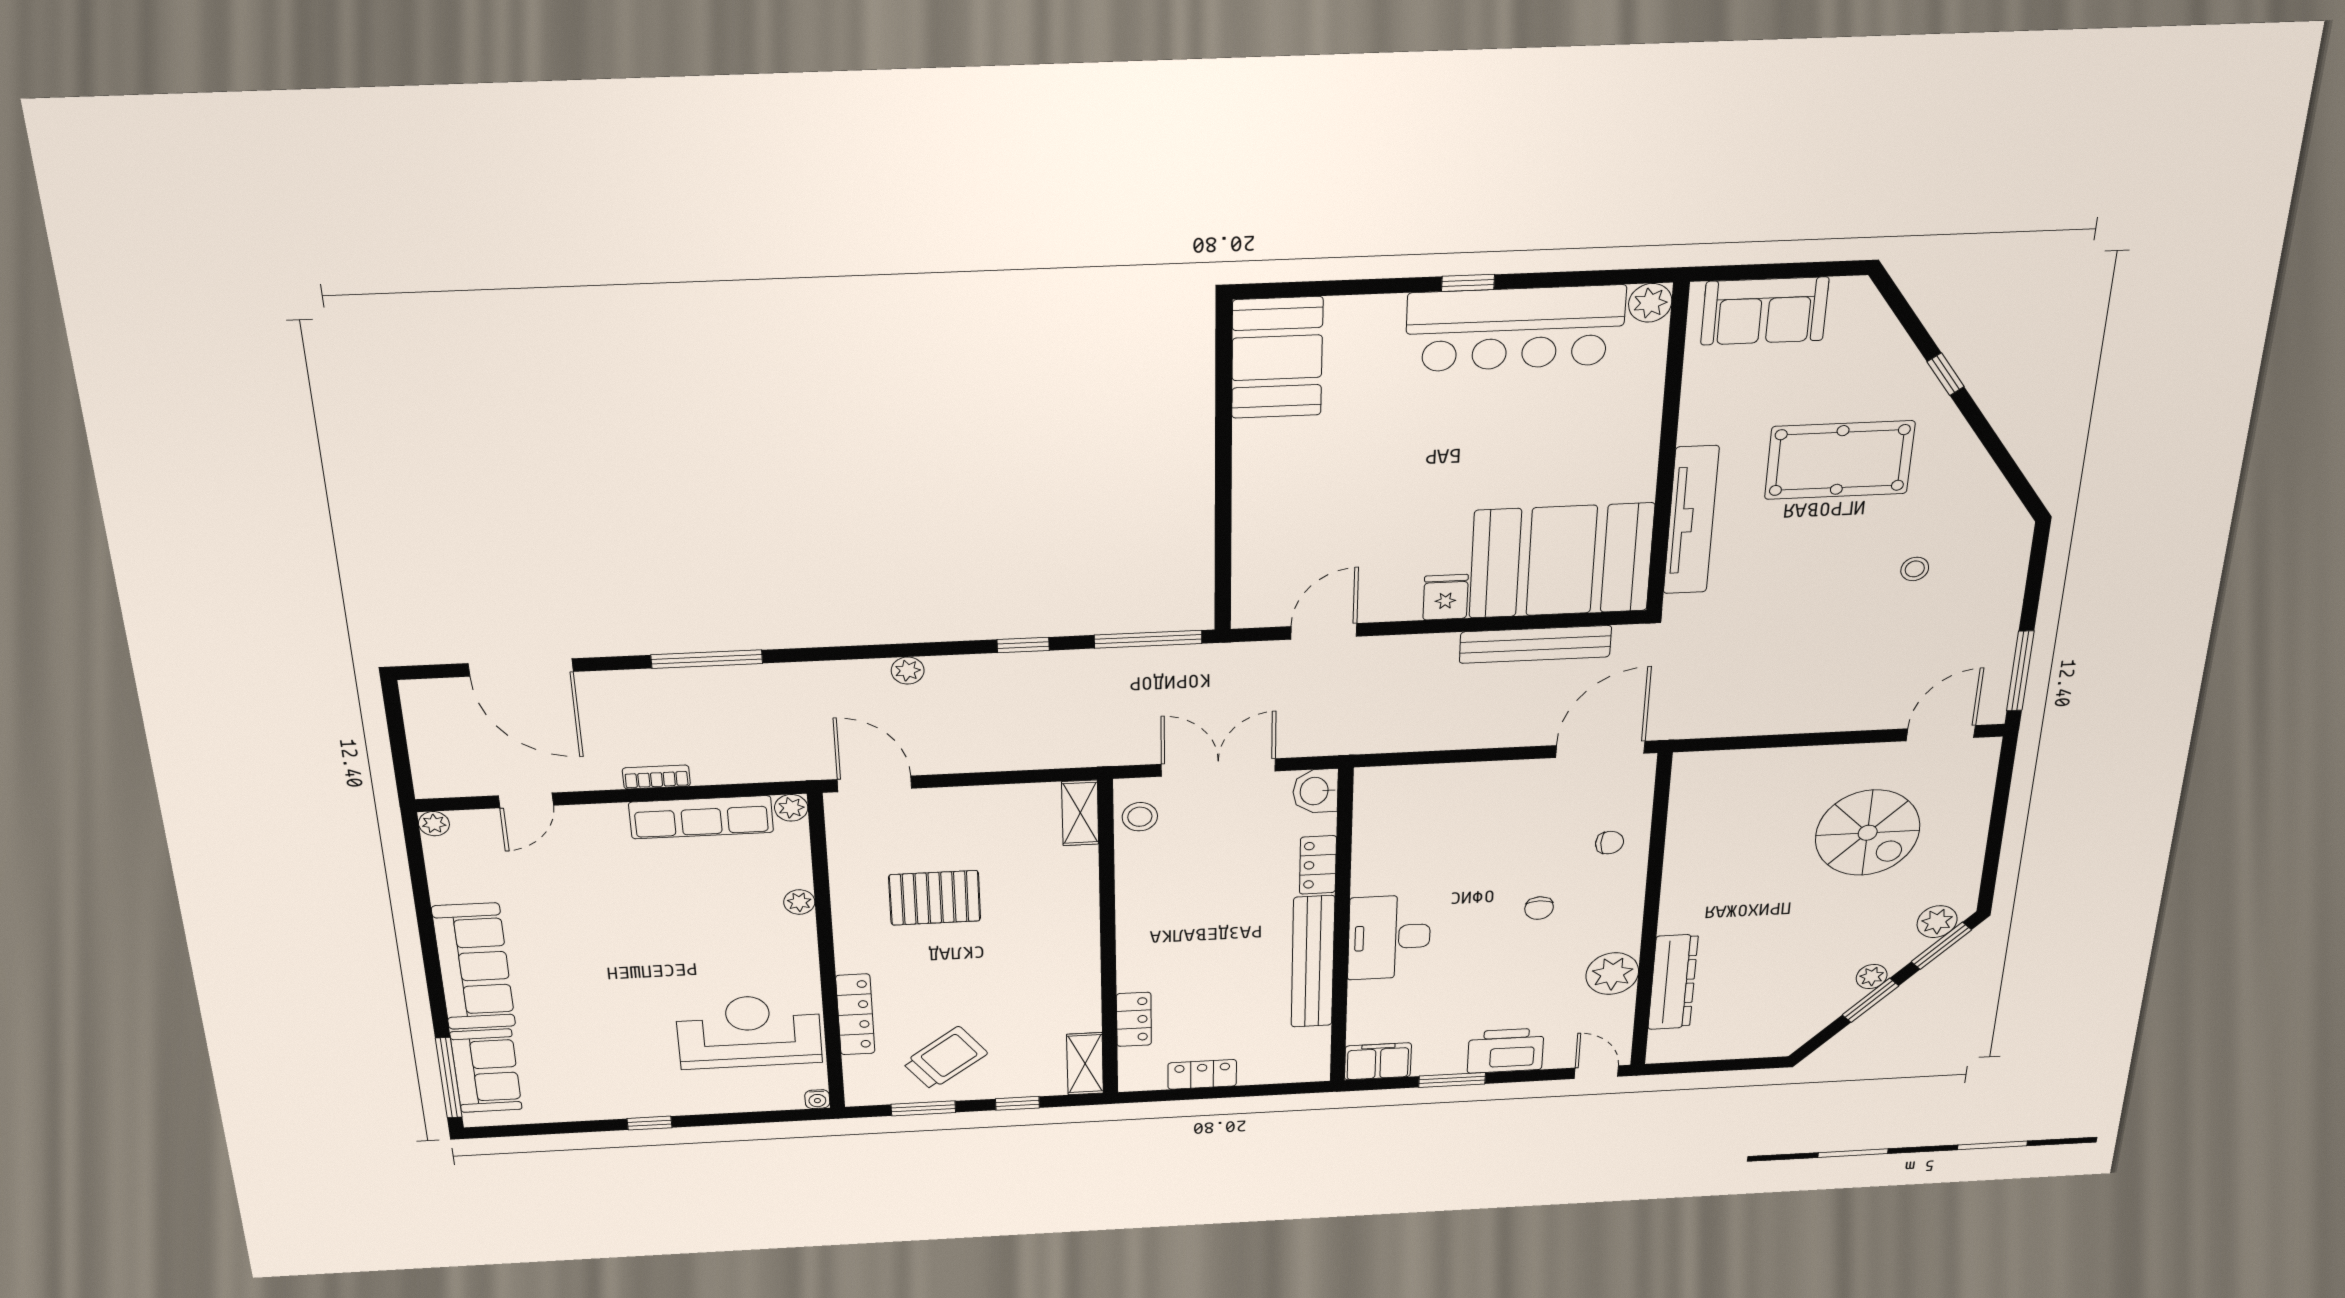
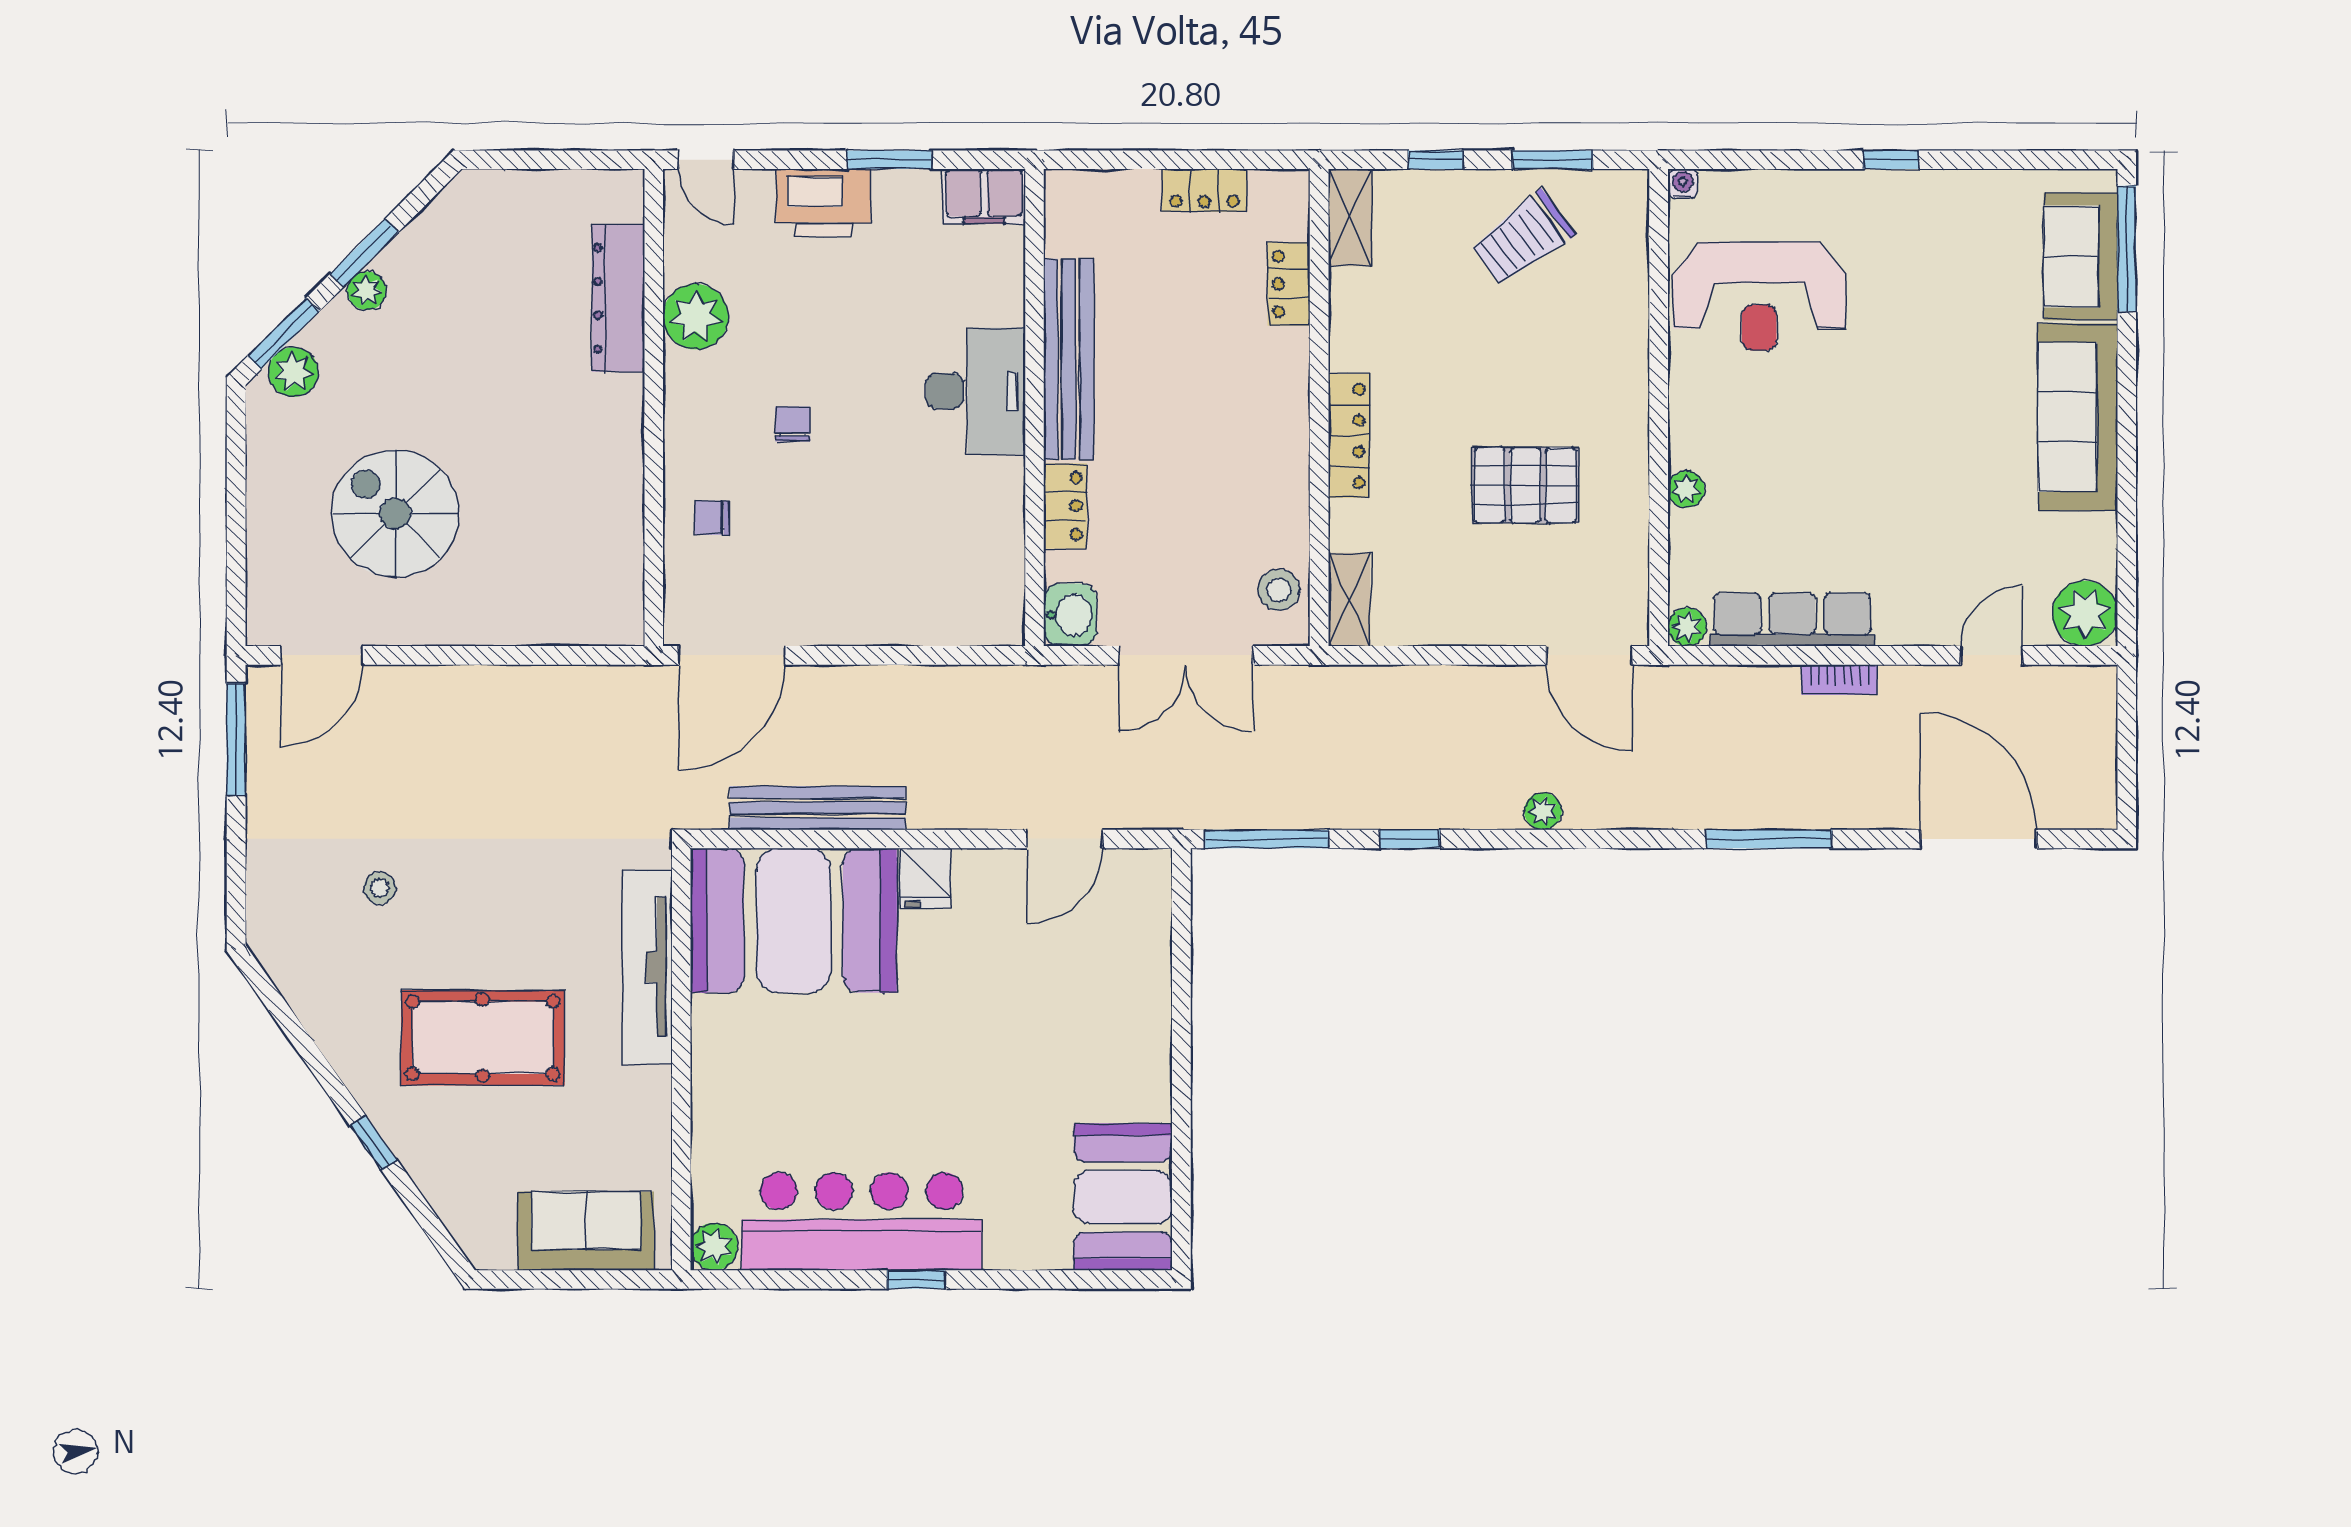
plant: (434, 824) -> (2085, 613), width x1.88, depth x1.88
locker: (855, 1015) -> (1349, 436), moved, turned 180

